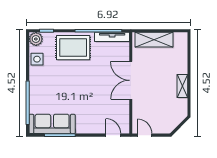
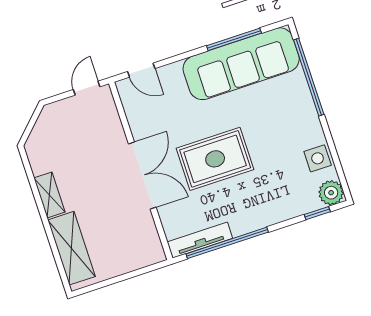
shelving: (154, 40) -> (71, 248), moved, turned 90
rug: (73, 48) -> (215, 159), moved
sofa: (52, 124) -> (241, 64), width x1.36, depth x1.27
door: (145, 135) -> (87, 88), swing flipped

